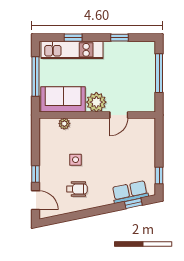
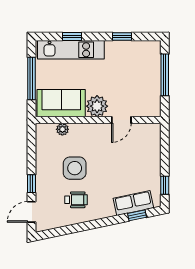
side table: (76, 160) -> (75, 168), width x1.87, depth x1.87
door: (36, 200) -> (31, 212), swing flipped

